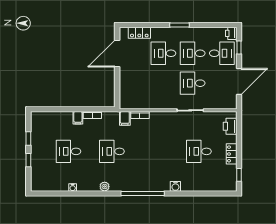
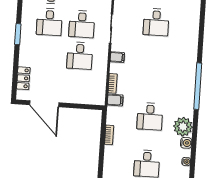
desk: (163, 53) -> (80, 56), moved
filing cabinet: (78, 118) -> (117, 57), moved
water cooler: (175, 186) -> (186, 143), moved
plant: (105, 187) -> (183, 127), width x1.87, depth x1.87

